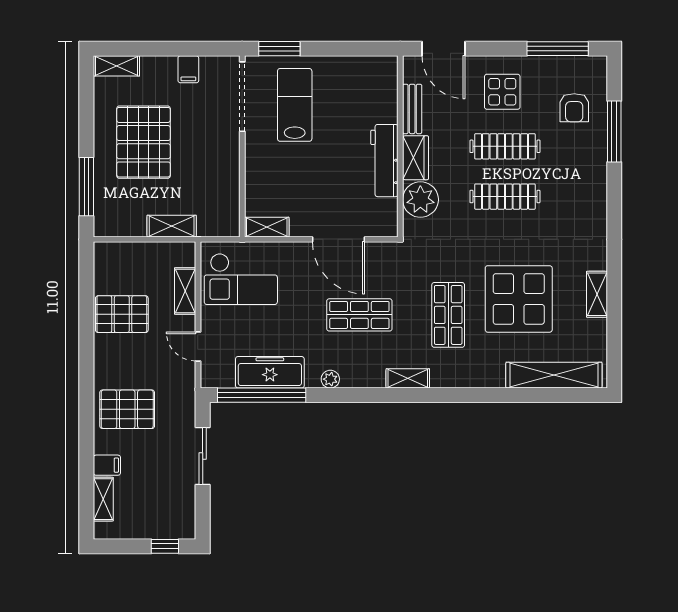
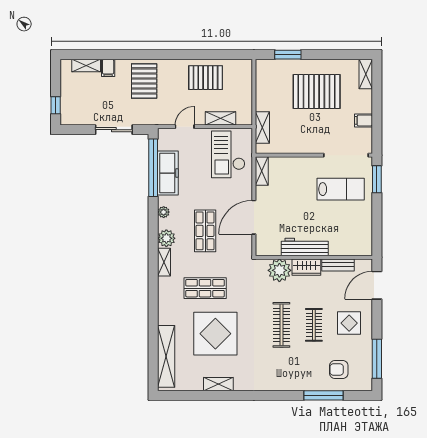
clothes rail: (505, 146) -> (314, 325), width x0.73
window: (86, 187) -> (288, 55), width x0.69
shelving: (172, 226) -> (262, 127), moved
pallet: (122, 314) -> (206, 78), turned 90
plant: (371, 375) -> (166, 238), added

